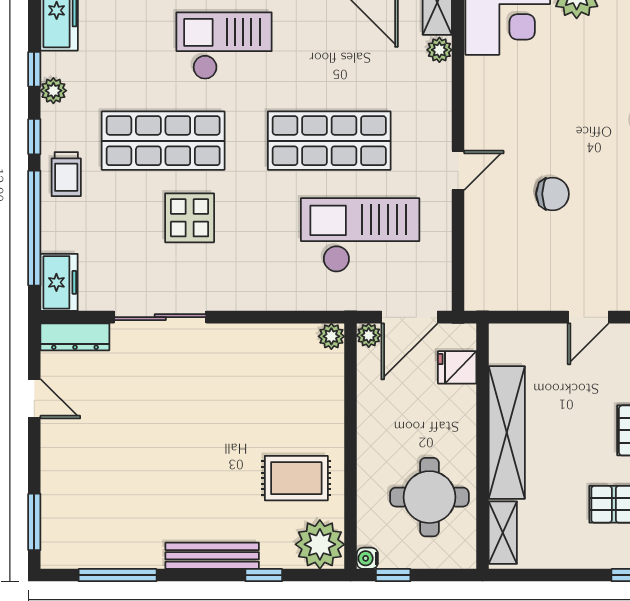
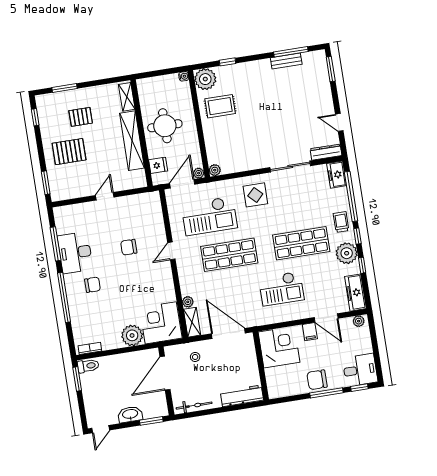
plant: (53, 91) -> (347, 253), width x1.88, depth x1.88
display table: (190, 218) -> (255, 195), moved
round table: (429, 497) -> (165, 126), moved
bench: (212, 556) -> (286, 61), moved, width x0.73
window: (393, 575) -> (171, 71), removed

